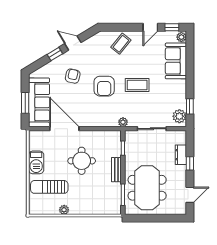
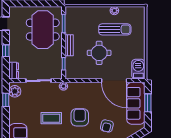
dresser: (181, 155) -> (14, 71), moved
barbecue: (36, 162) -> (138, 69), moved
sun lounger: (49, 187) -> (115, 29), moved

